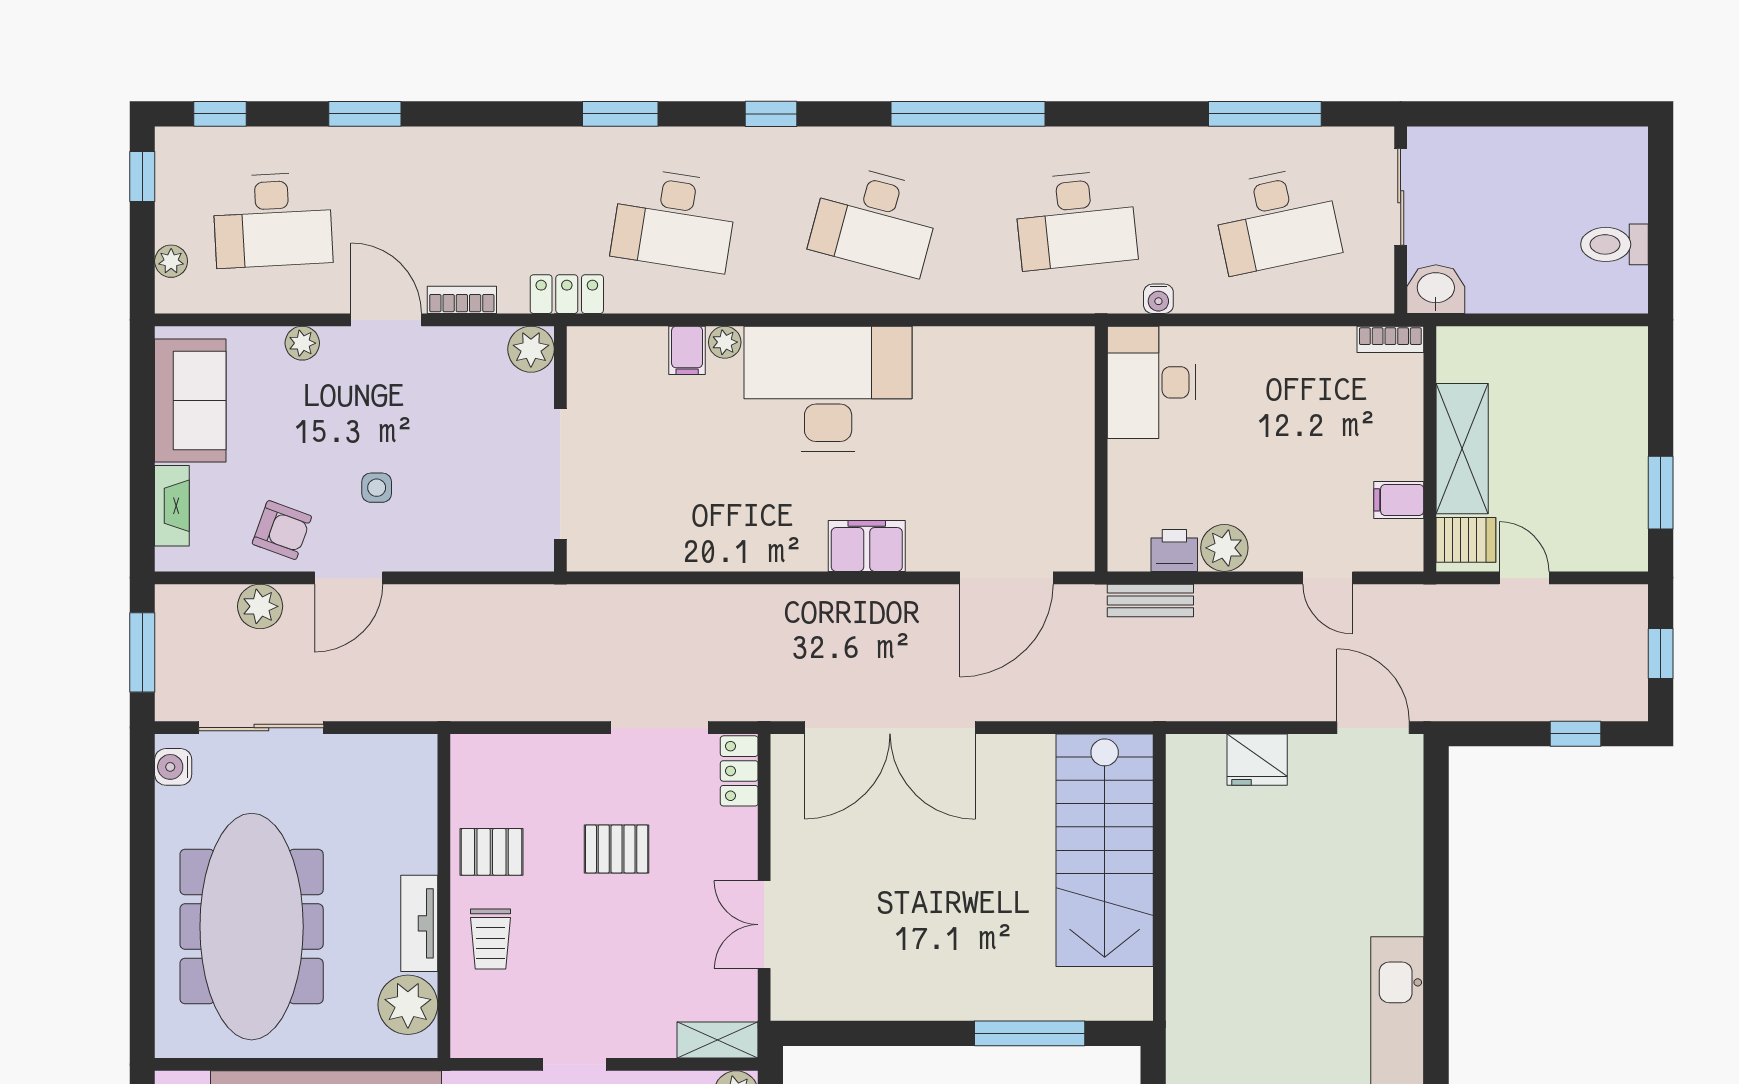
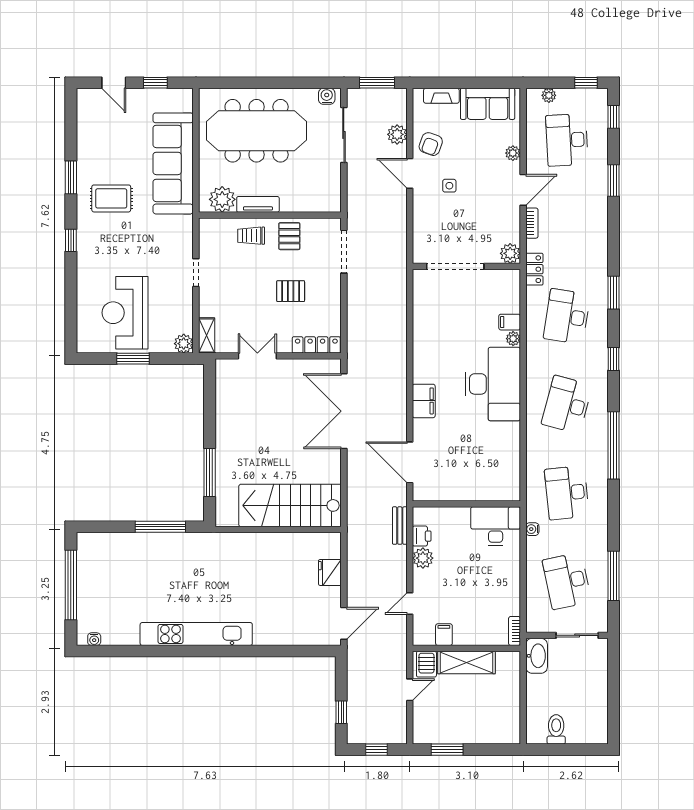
washbasin: (1436, 289) -> (537, 656), width x1.38
doorway: (660, 728) -> (344, 252), moved
locker: (739, 771) -> (316, 345), width x1.53
pallet: (617, 849) -> (291, 291), turned 90

